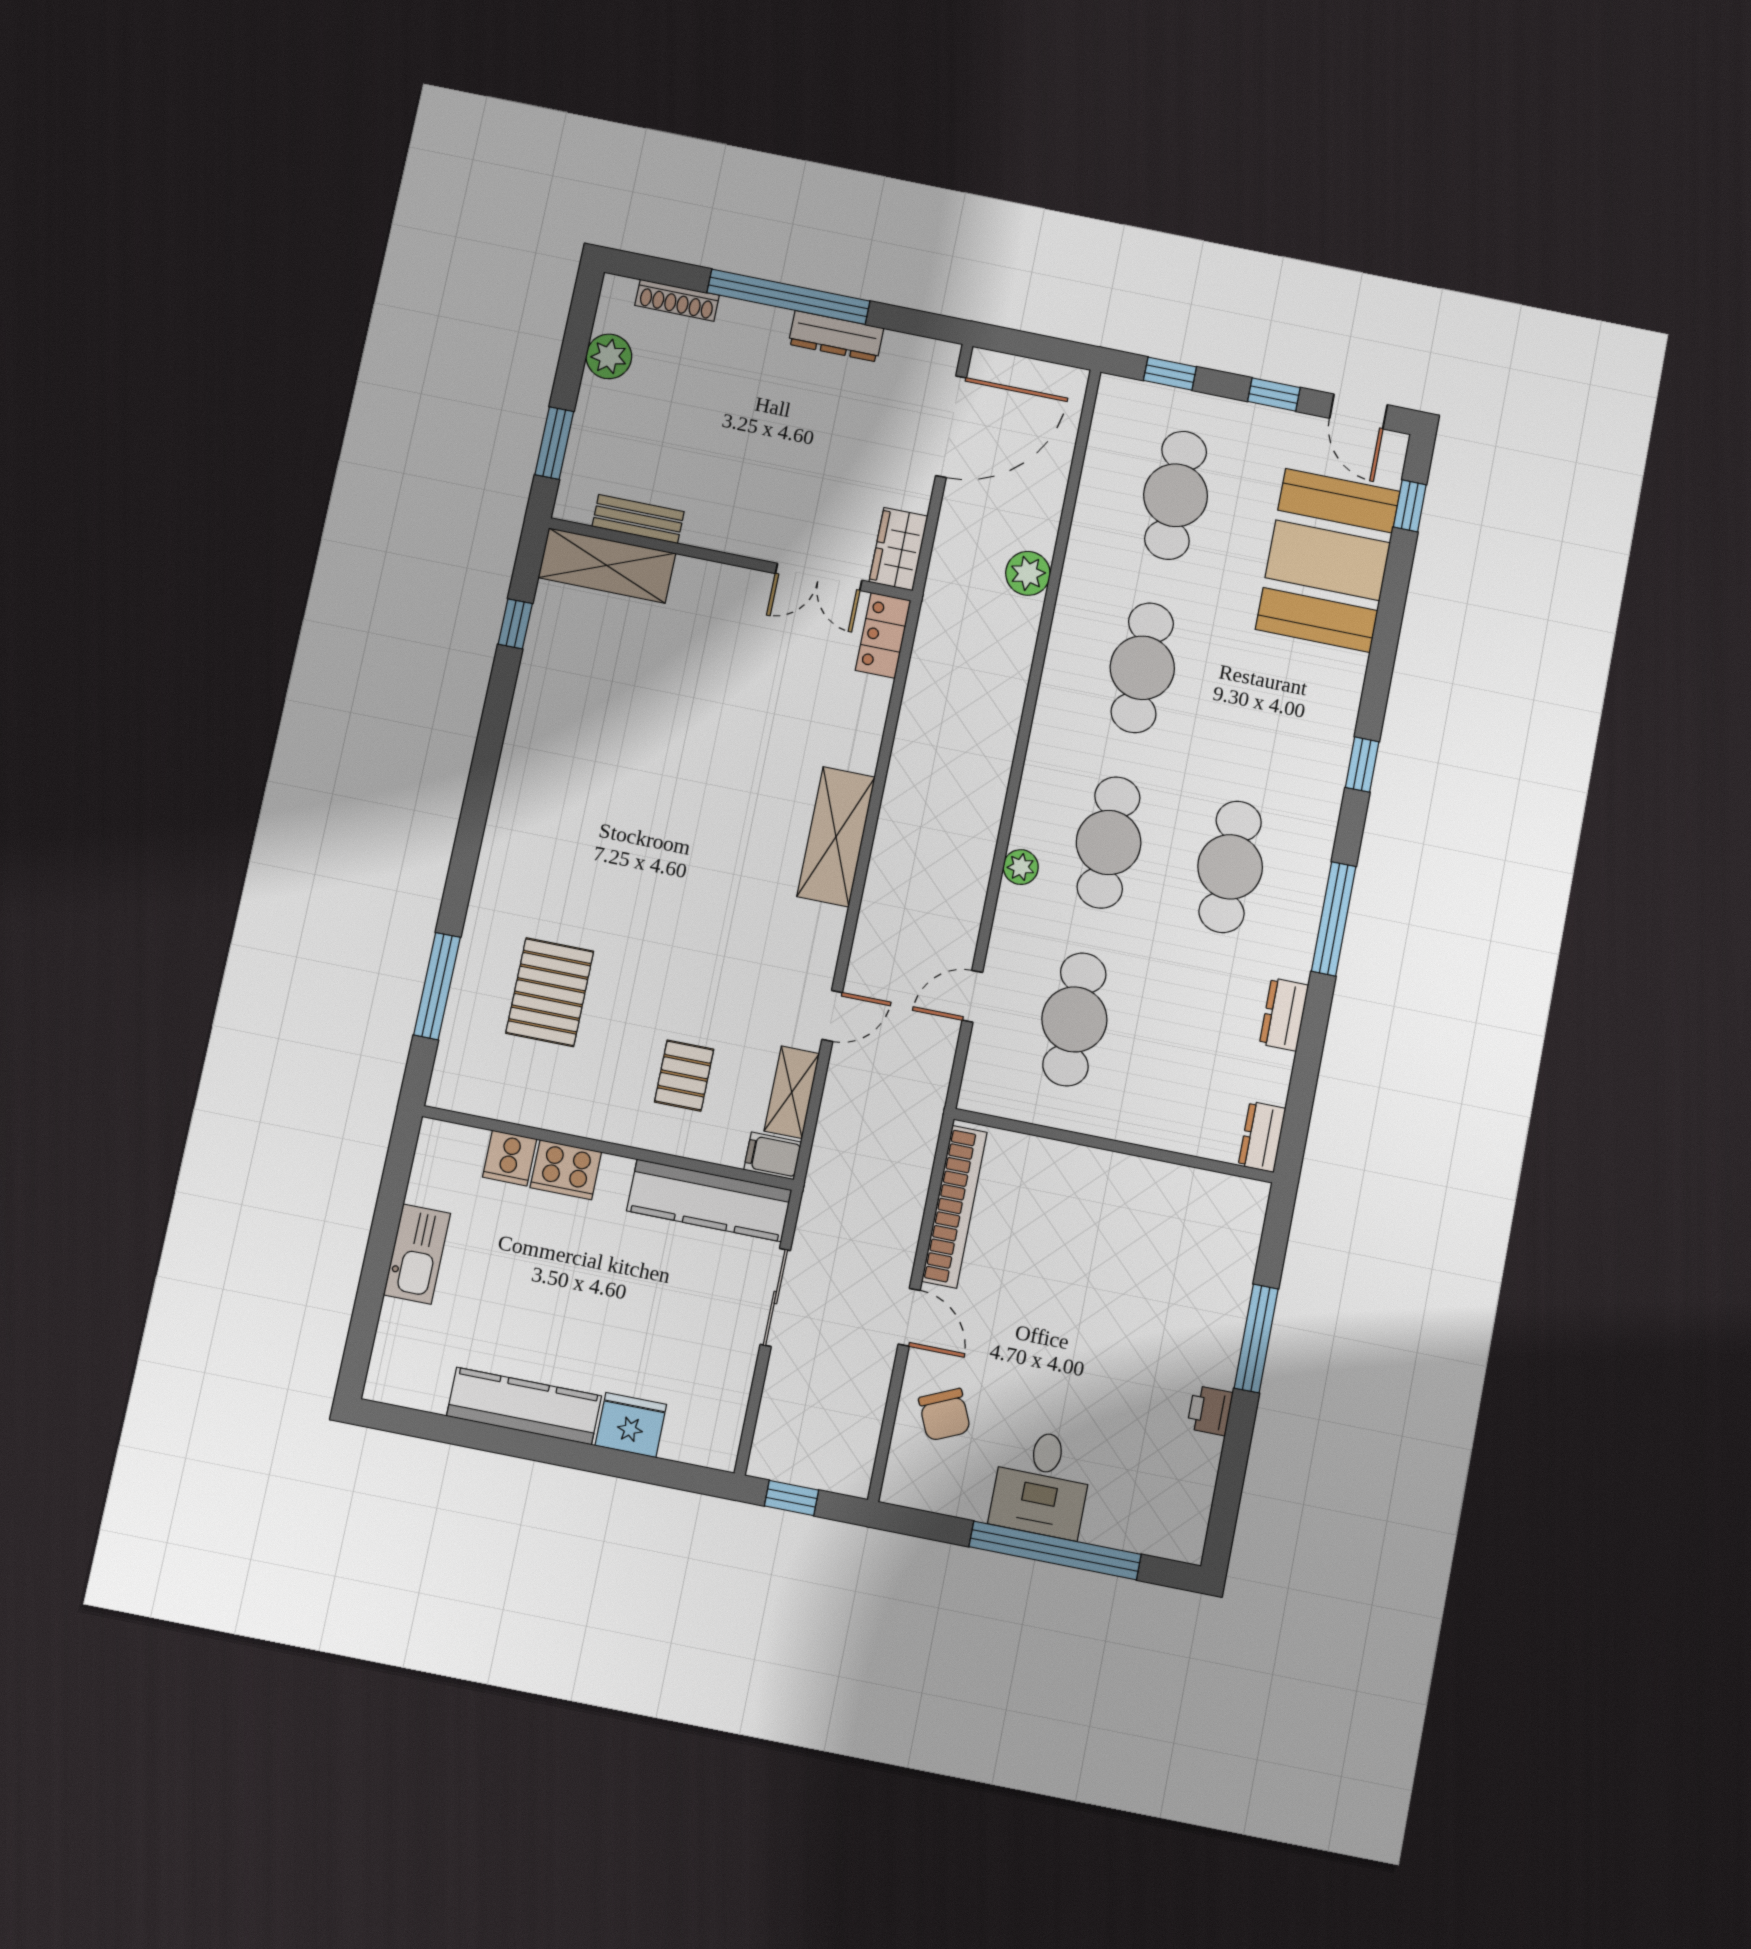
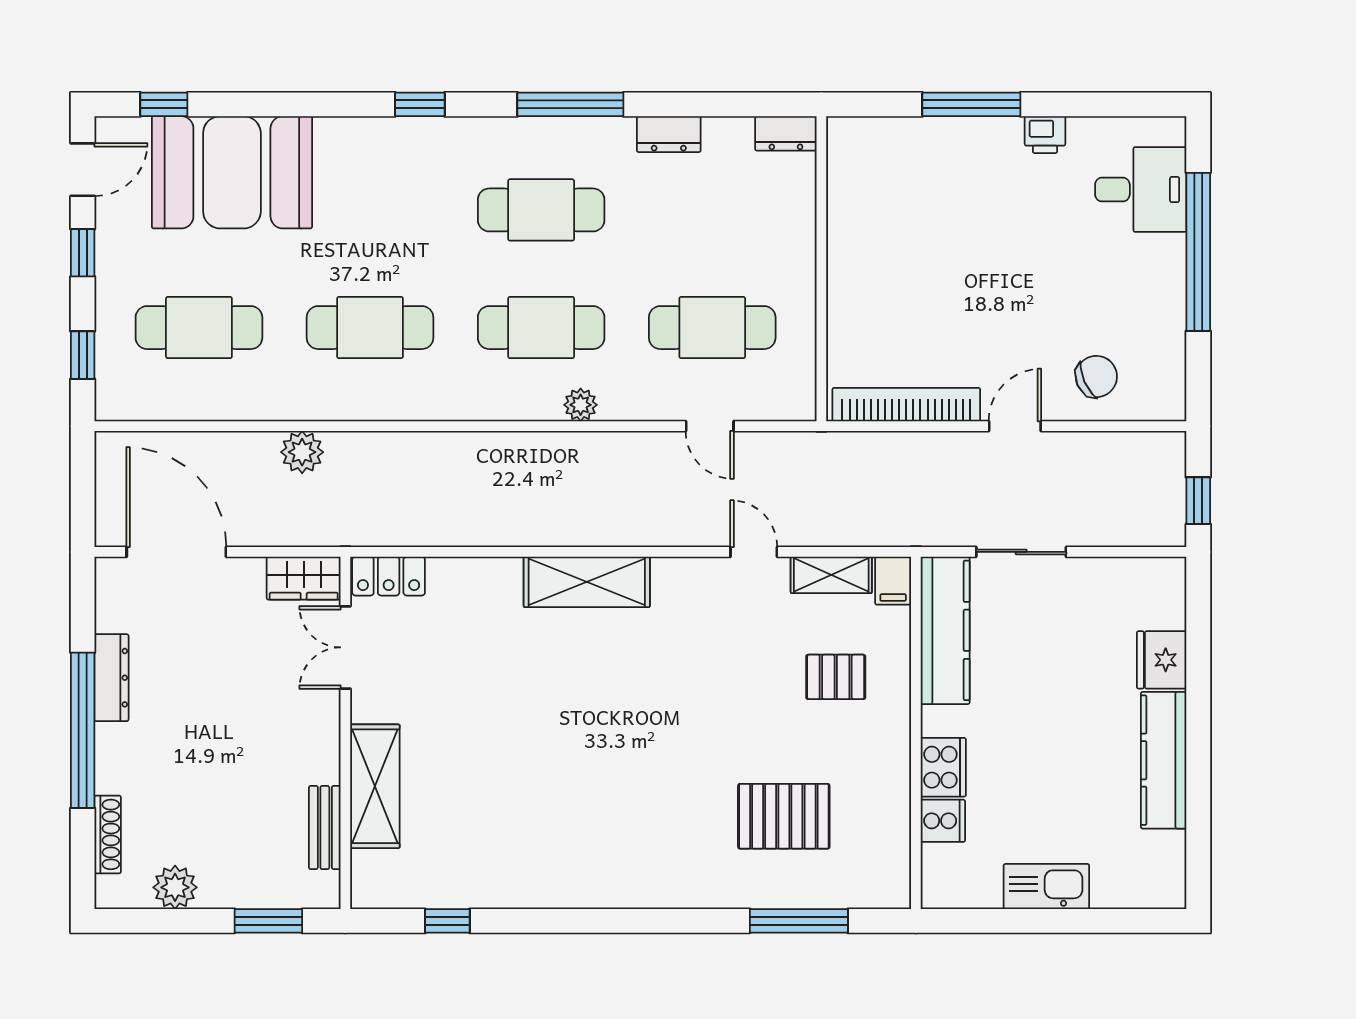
shelving: (607, 565) -> (375, 786), moved
double door: (819, 577) -> (345, 647), swing flipped
desk: (1042, 1483) -> (1141, 190), moved

